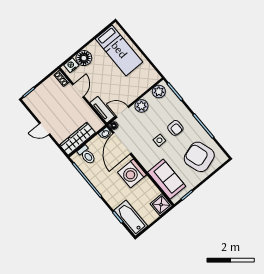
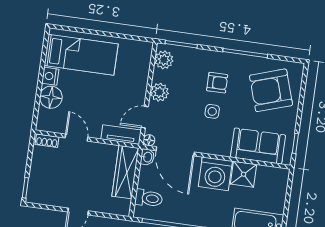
nightstand: (71, 65) -> (50, 76), moved
wardrobe: (77, 139) -> (125, 172), moved
shower: (161, 205) -> (244, 174), moved

